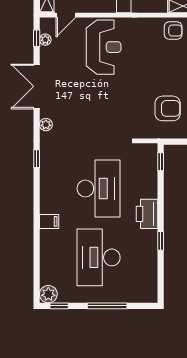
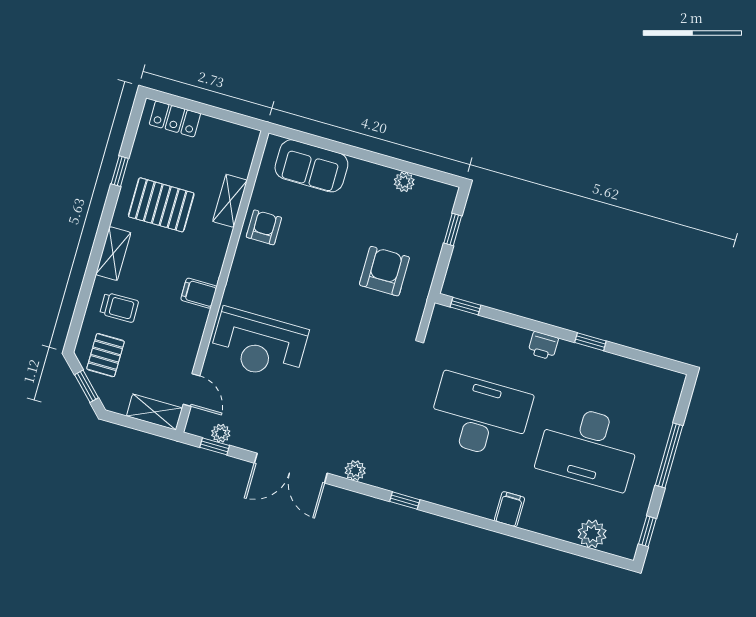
reception desk: (104, 47) -> (259, 344), turned 180
printer: (147, 214) -> (543, 346), width x0.53, depth x0.68
plant: (48, 294) -> (592, 534), moved

